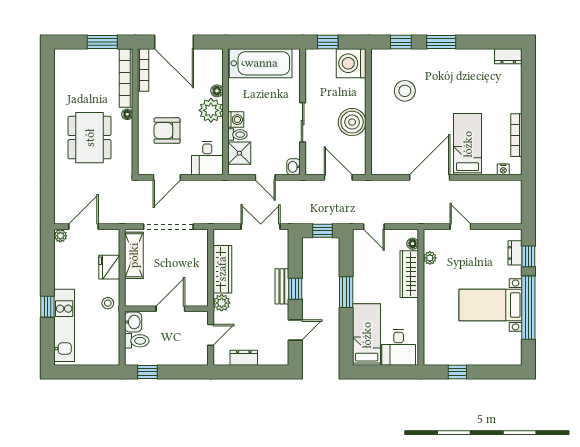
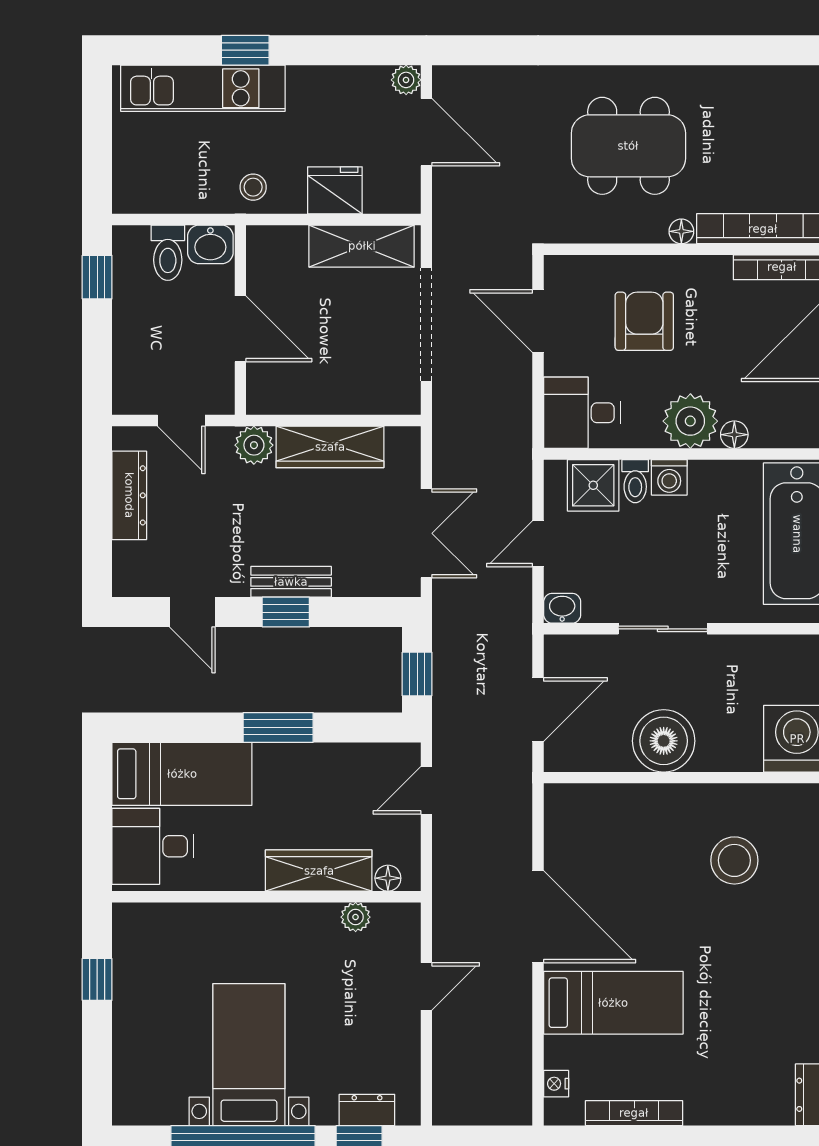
dresser: (244, 358) -> (129, 495), width x1.44

